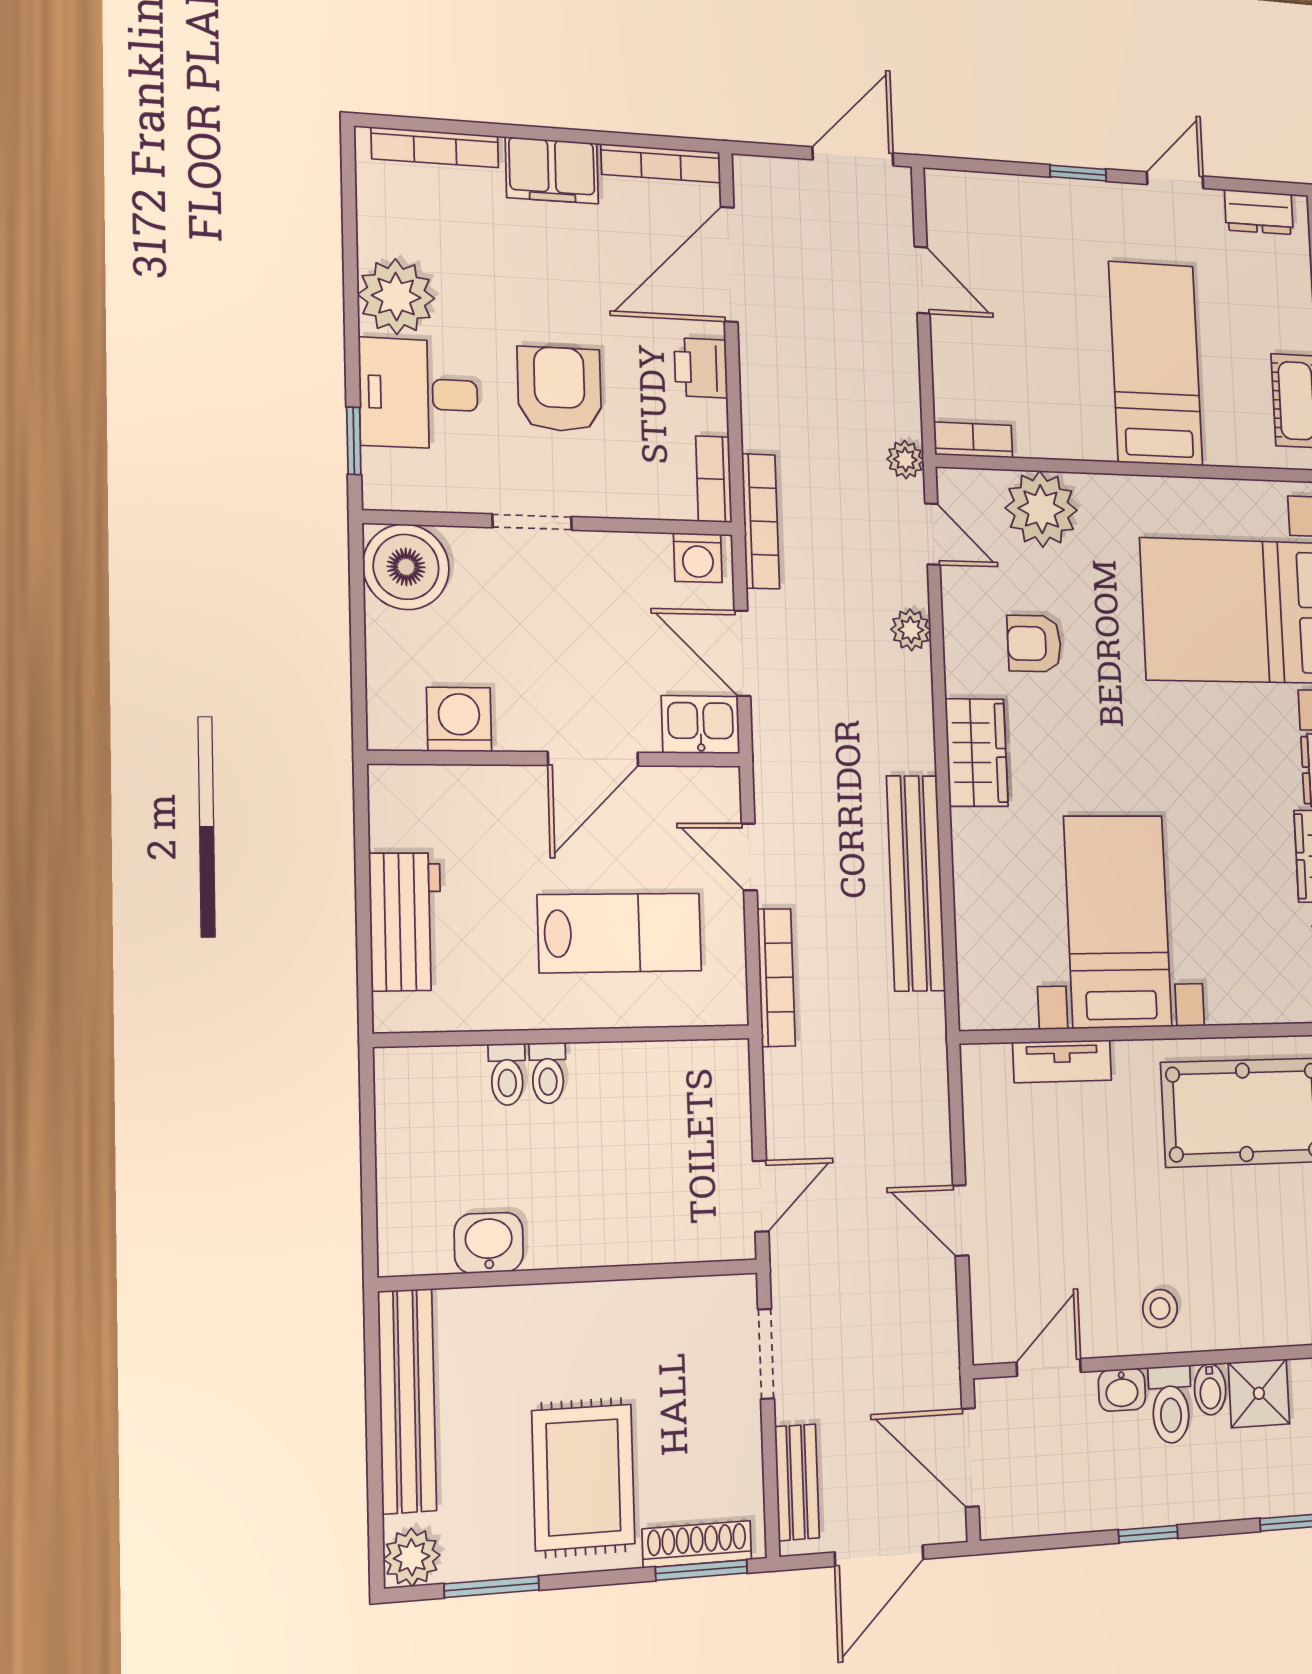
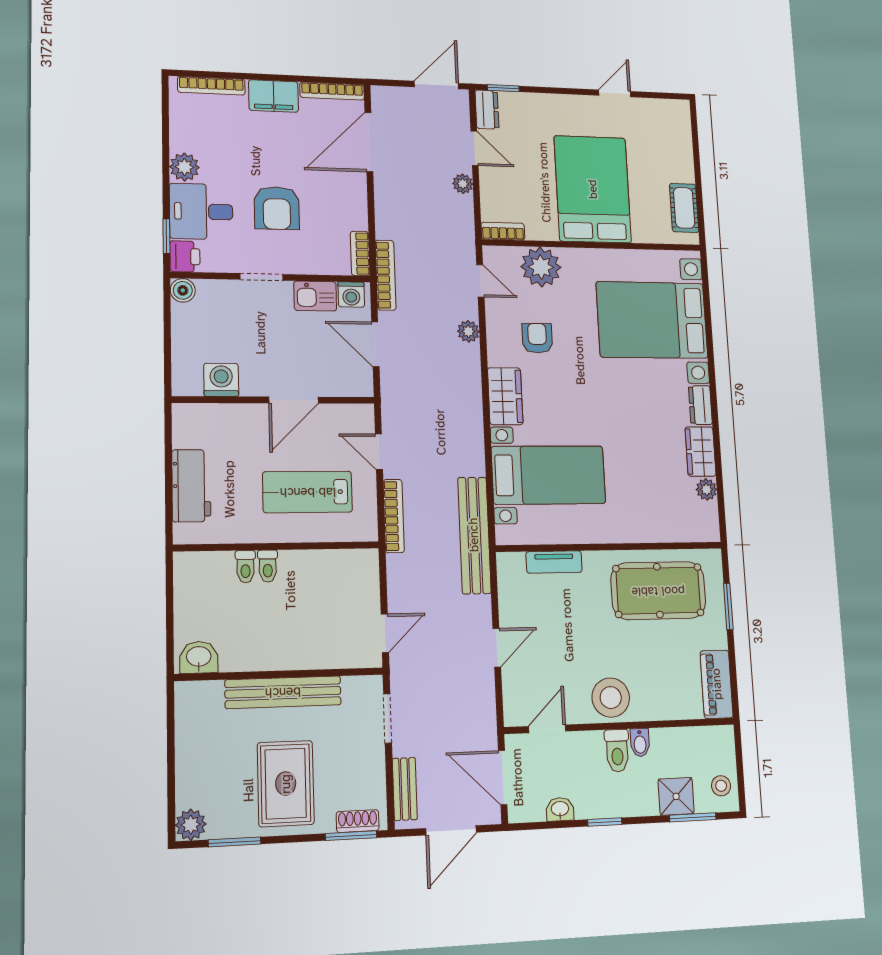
window: (1078, 173) -> (503, 88), moved
dresser: (1259, 212) -> (487, 110), moved, turned -90
plant: (396, 297) -> (184, 167), width x0.73, depth x0.73
bed: (1156, 364) -> (593, 189), width x1.50
printer: (701, 368) -> (185, 256), moved, turned 180
armchair: (559, 389) -> (277, 208), turned 180
plant: (905, 460) -> (463, 184), moved
boiler: (406, 567) -> (183, 290), width x0.54, depth x0.54
armchair: (1034, 644) -> (537, 338), turned 90
kitchen sink: (701, 725) -> (315, 296), moved, turned 180
bench: (916, 883) -> (474, 535), moved
bed with nightstands: (1118, 921) -> (549, 475), moved, turned 90
lab bench: (620, 933) -> (308, 492), turned 180
door: (961, 1220) -> (497, 648), swing flipped
washbasin: (489, 1243) -> (199, 657), moved
stool: (1160, 1309) -> (611, 698), width x1.89, depth x1.89
washbasin: (1122, 1390) -> (560, 809), moved, turned 180
shower: (1259, 1393) -> (676, 796), moved
bench: (407, 1401) -> (283, 692), moved, turned 90
shoe rack: (697, 1544) -> (358, 821), width x0.70

